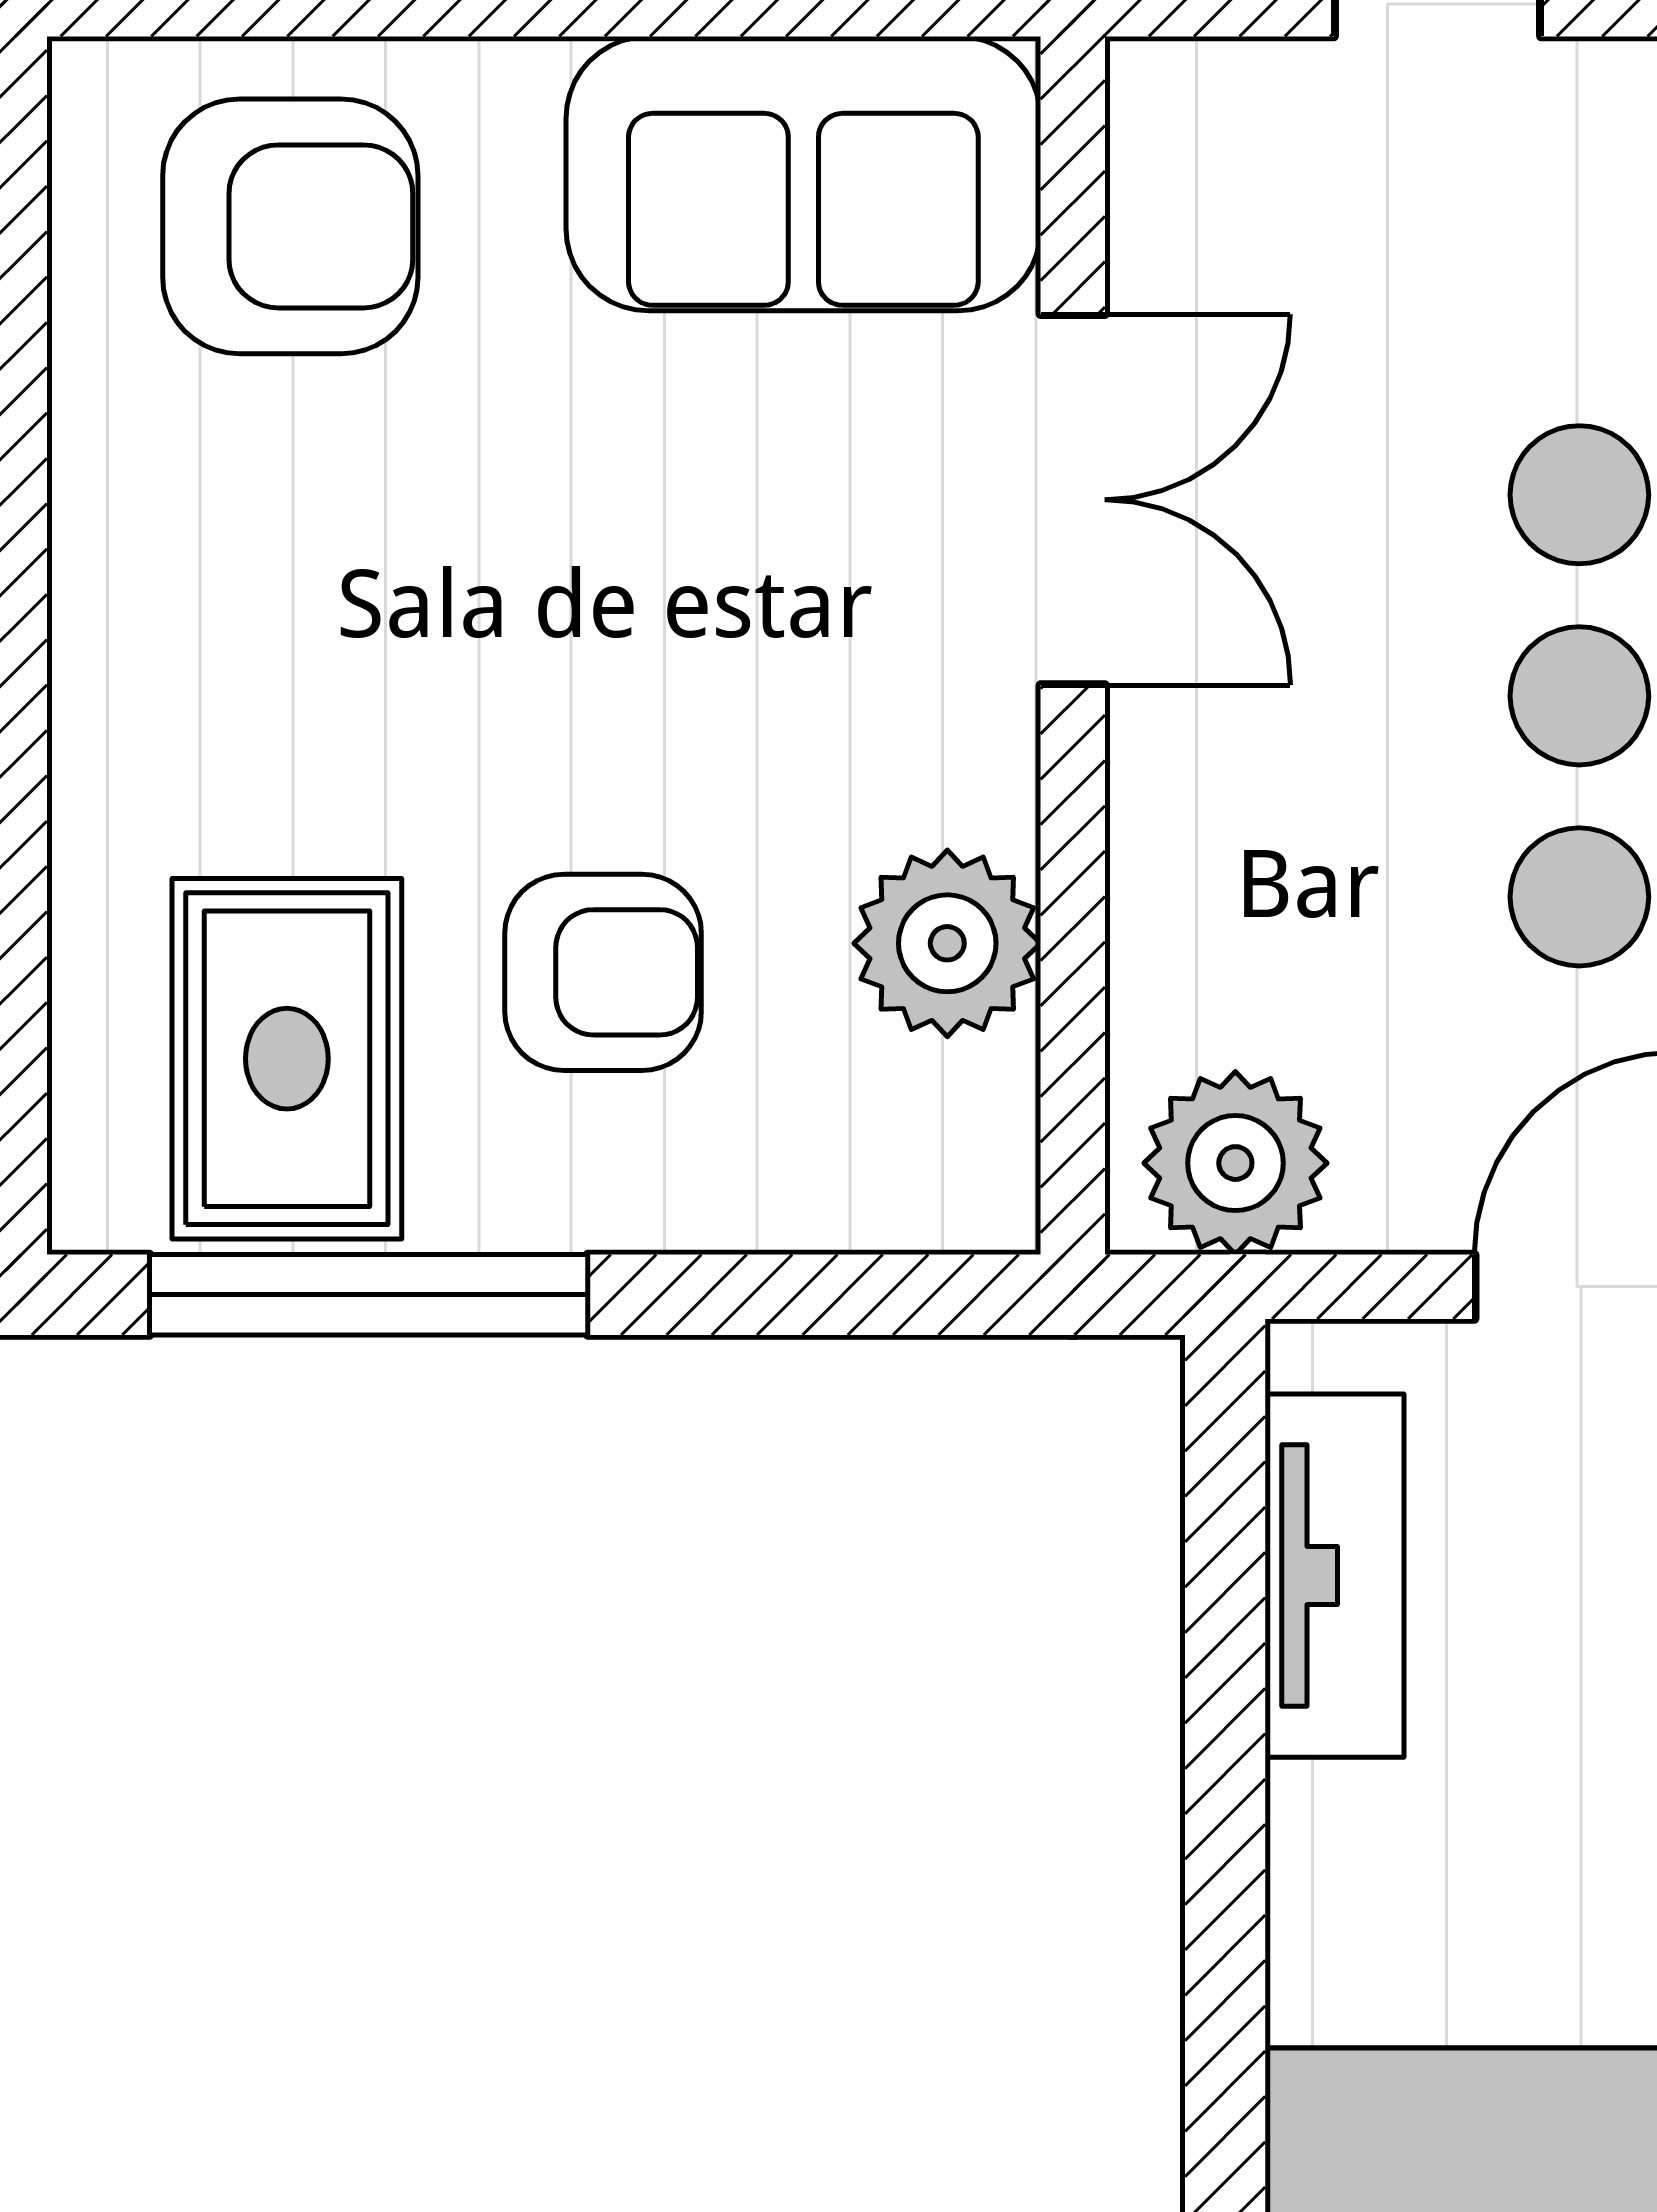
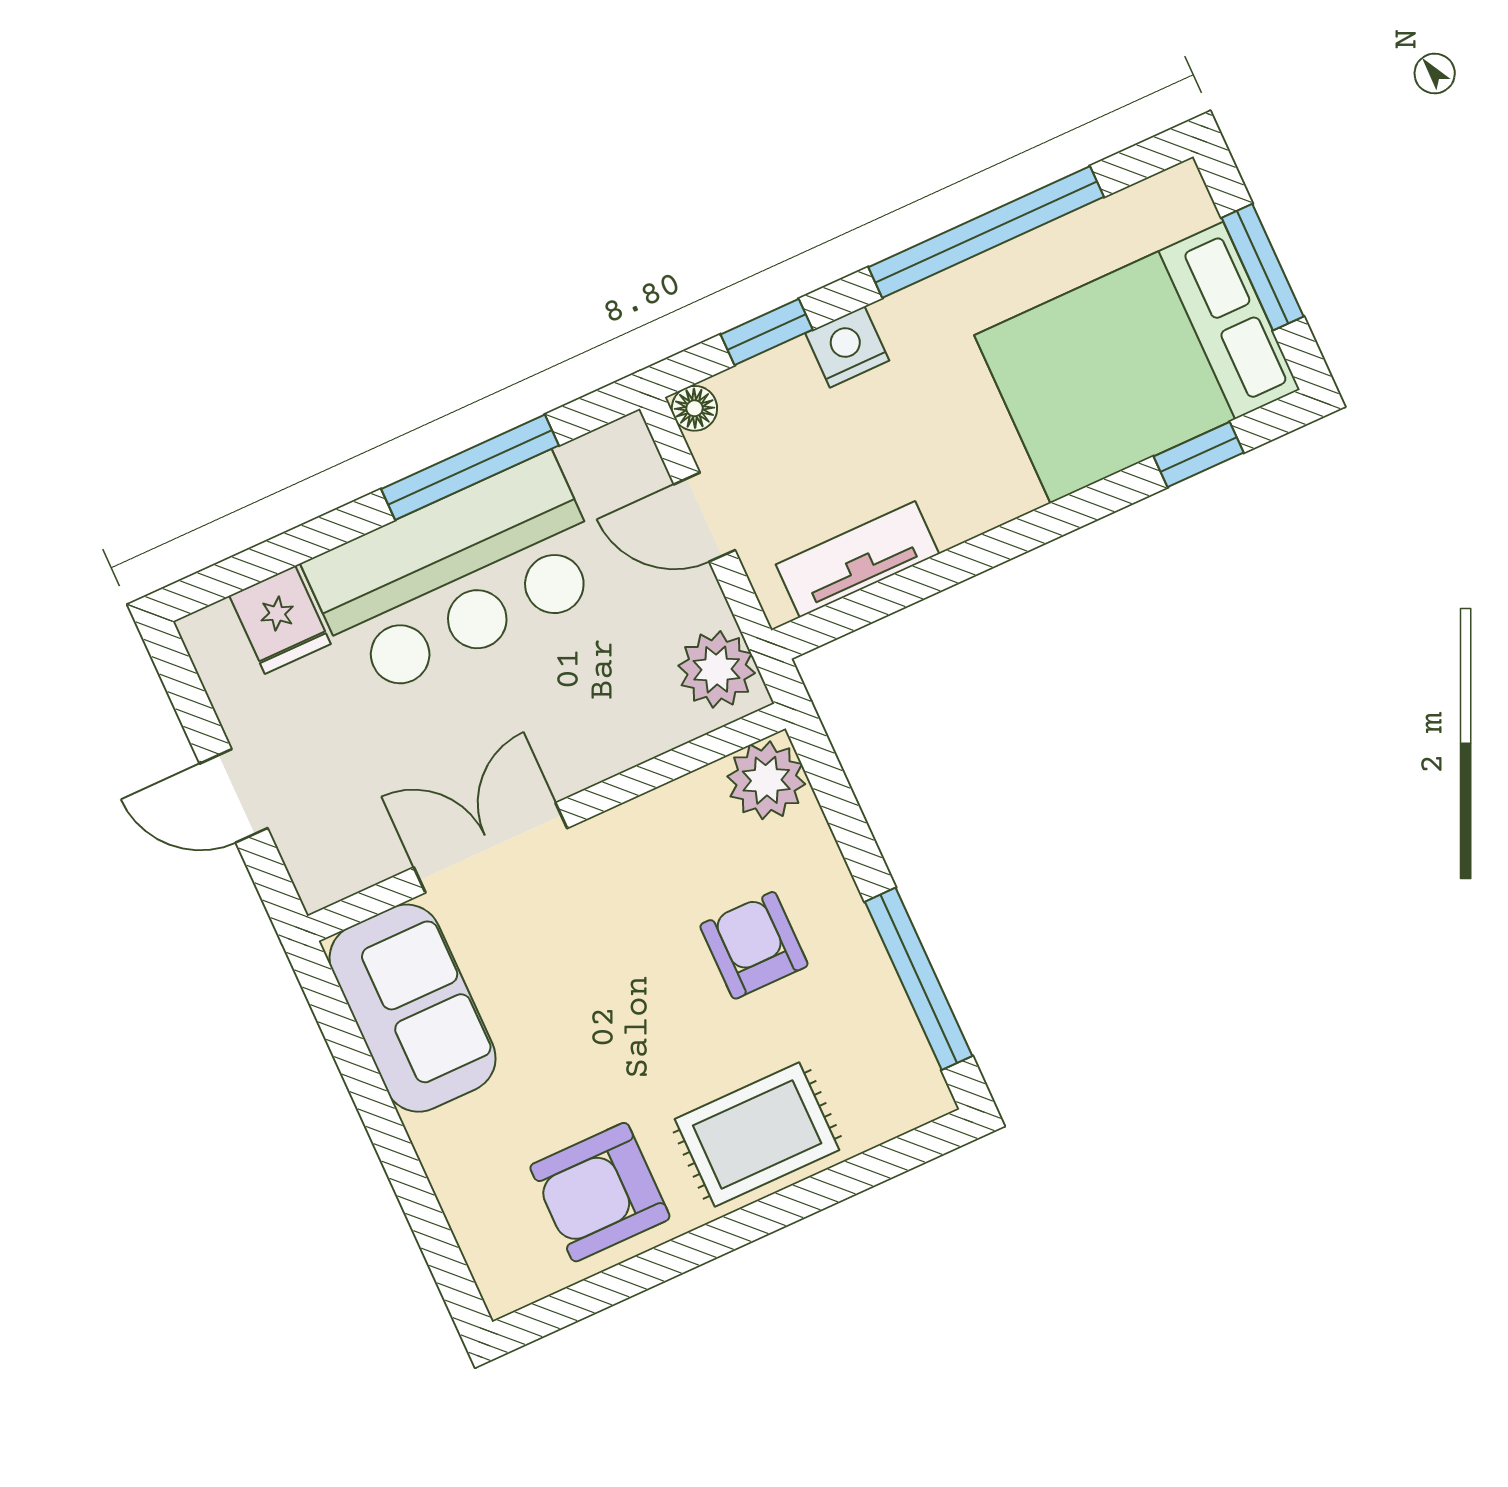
armchair: (290, 226) -> (600, 1192), moved, turned -90
plant: (947, 943) -> (766, 780), moved
rug: (287, 1059) -> (757, 1134), moved

